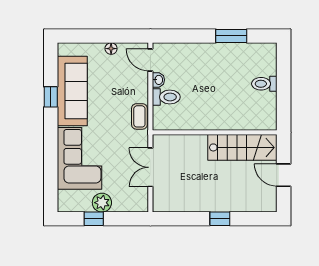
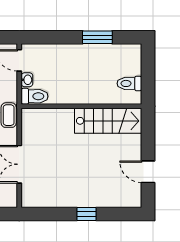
wall: (215, 132) -> (81, 106), moved
stairs: (242, 147) -> (108, 121), moved

